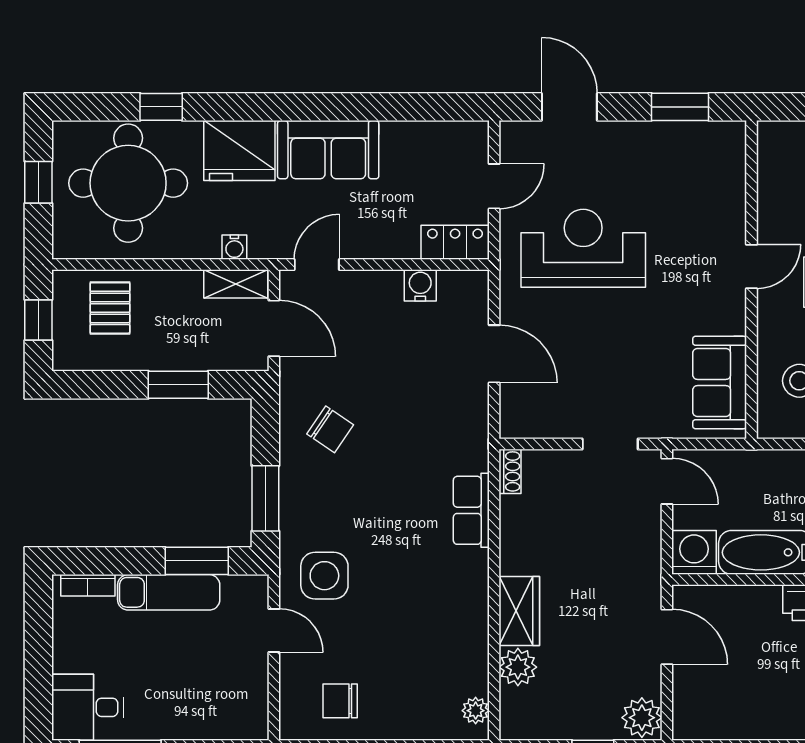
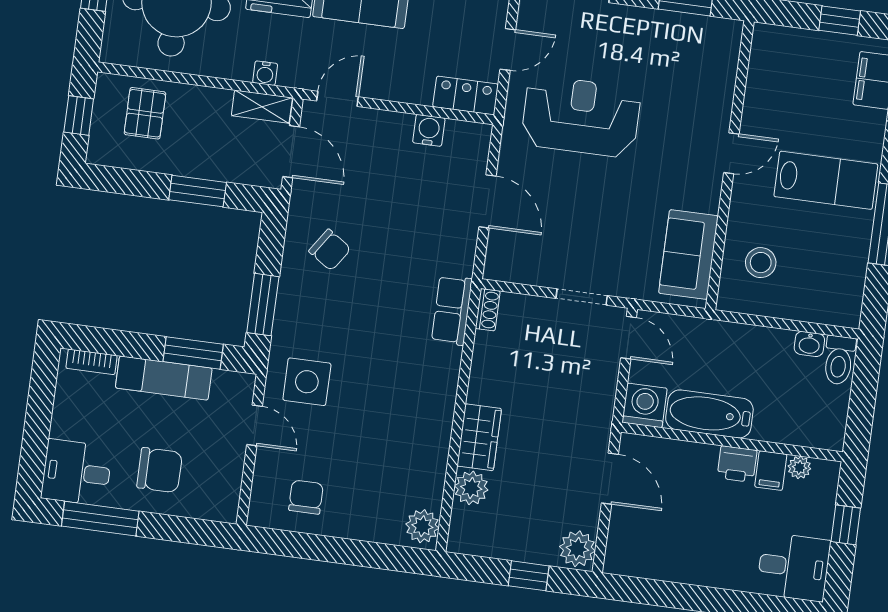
row of seats: (471, 510) -> (452, 310), moved
chair: (177, 693) -> (160, 470), added
chair: (340, 701) -> (306, 497), turned 90
plant: (476, 711) -> (422, 526), width x1.38, depth x1.38

